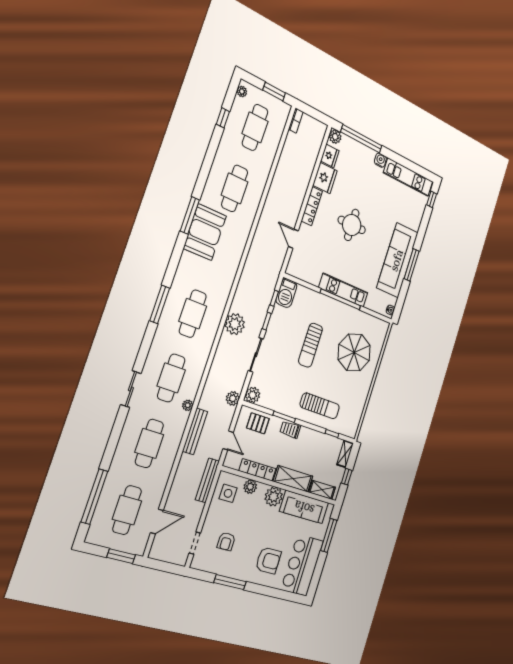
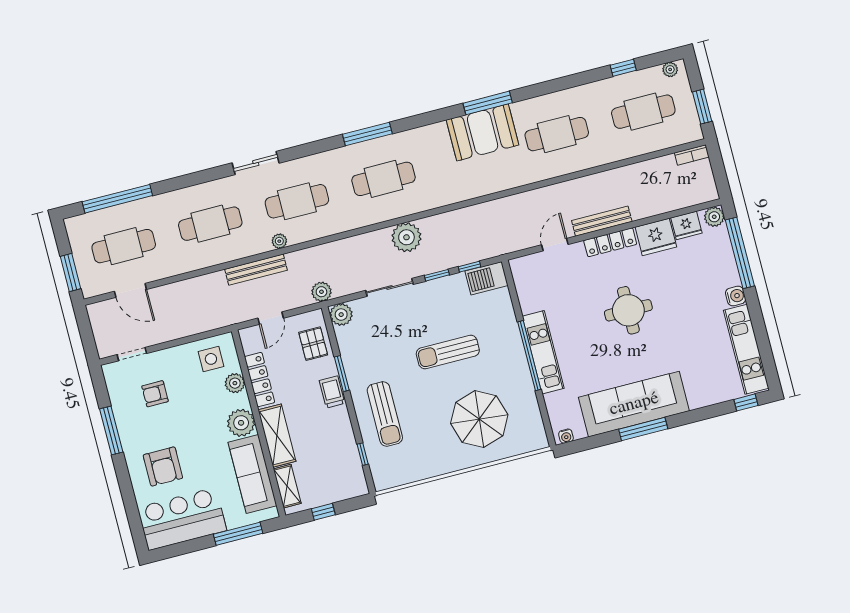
shelving: (345, 454) -> (349, 490), removed
bench: (207, 480) -> (602, 221), moved

